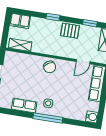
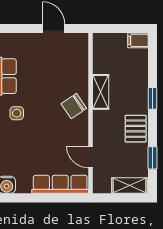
filing cabinet: (20, 21) -> (138, 40), width x0.50
shelving: (20, 45) -> (101, 92), moved

